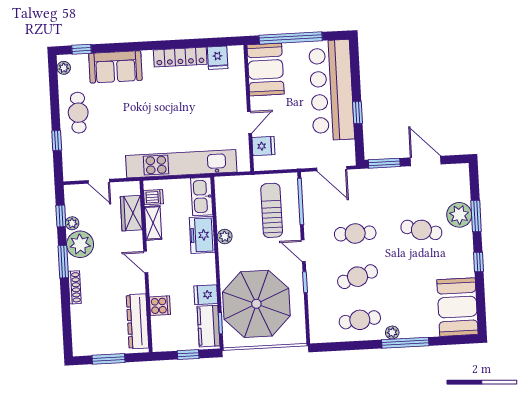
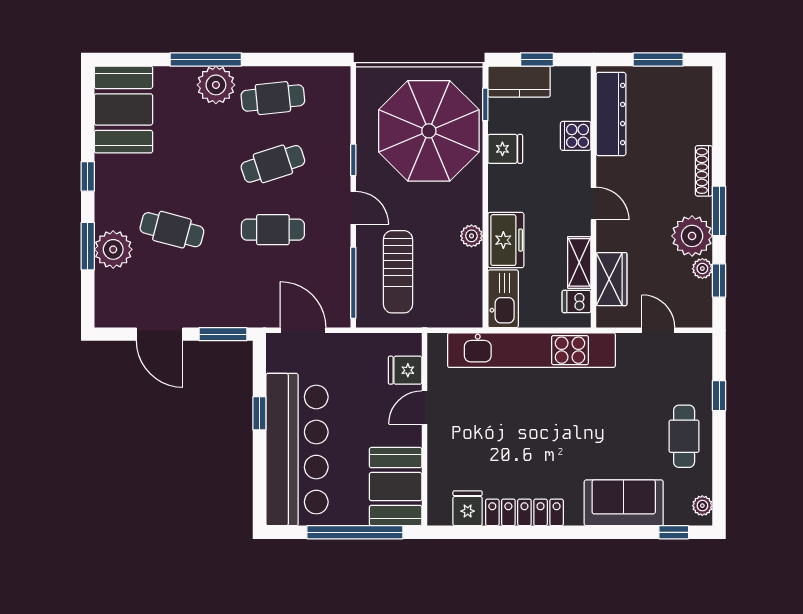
kitchen counter: (209, 326) -> (519, 82), moved, turned 90
plant: (392, 332) -> (216, 85), width x1.88, depth x1.88

